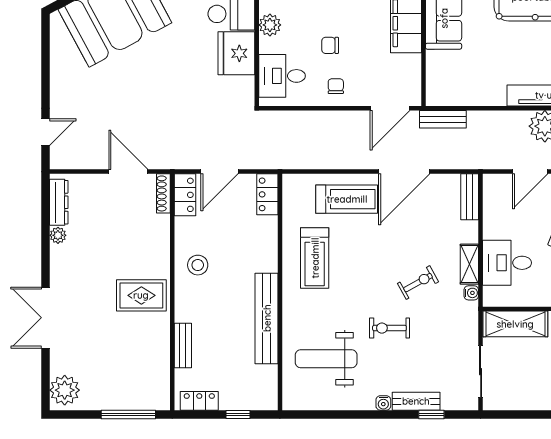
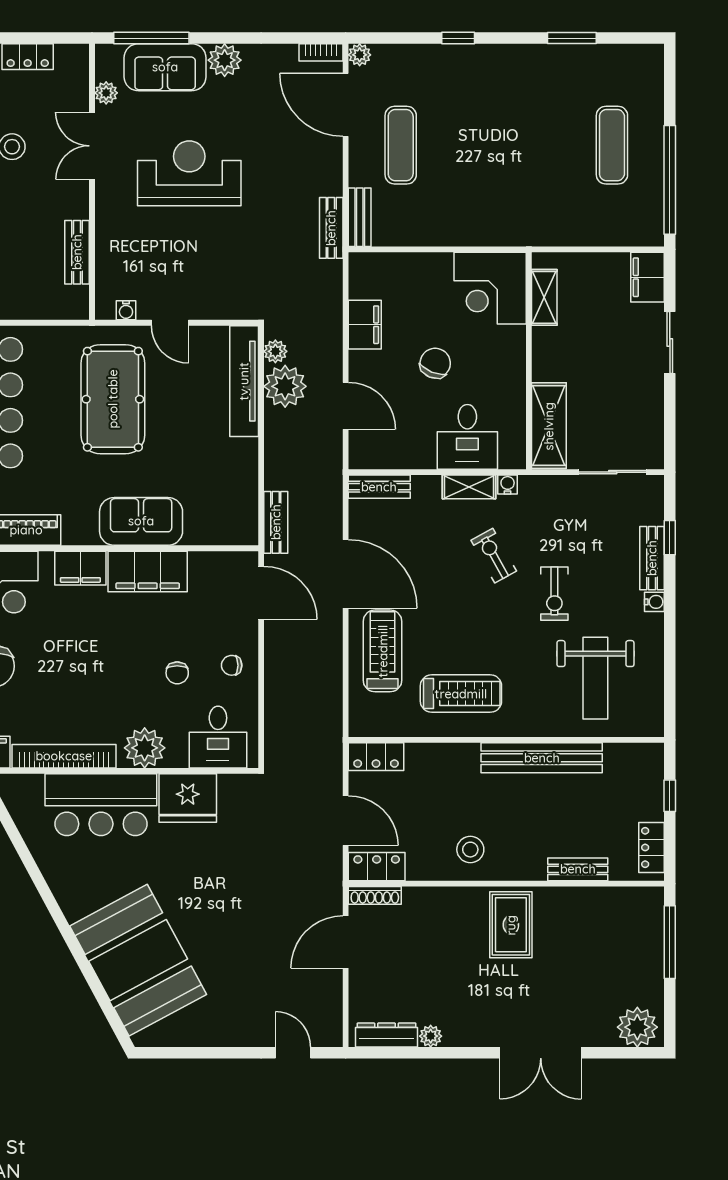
plant: (270, 25) -> (145, 748), width x1.36, depth x1.36

